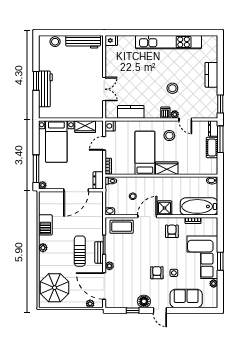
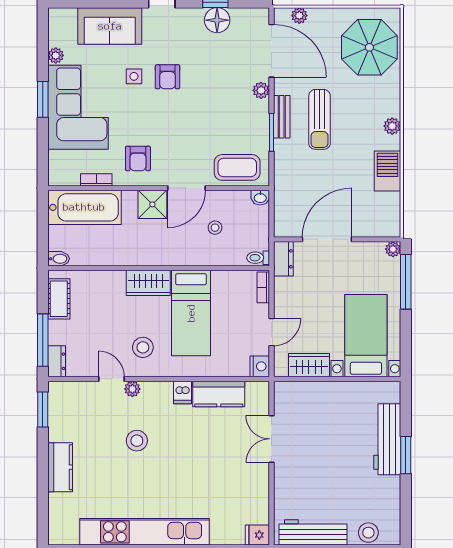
dishwasher: (165, 113) -> (182, 392), moved
cot: (212, 148) -> (59, 299), moved
floor lamp: (144, 301) -> (217, 20), moved

